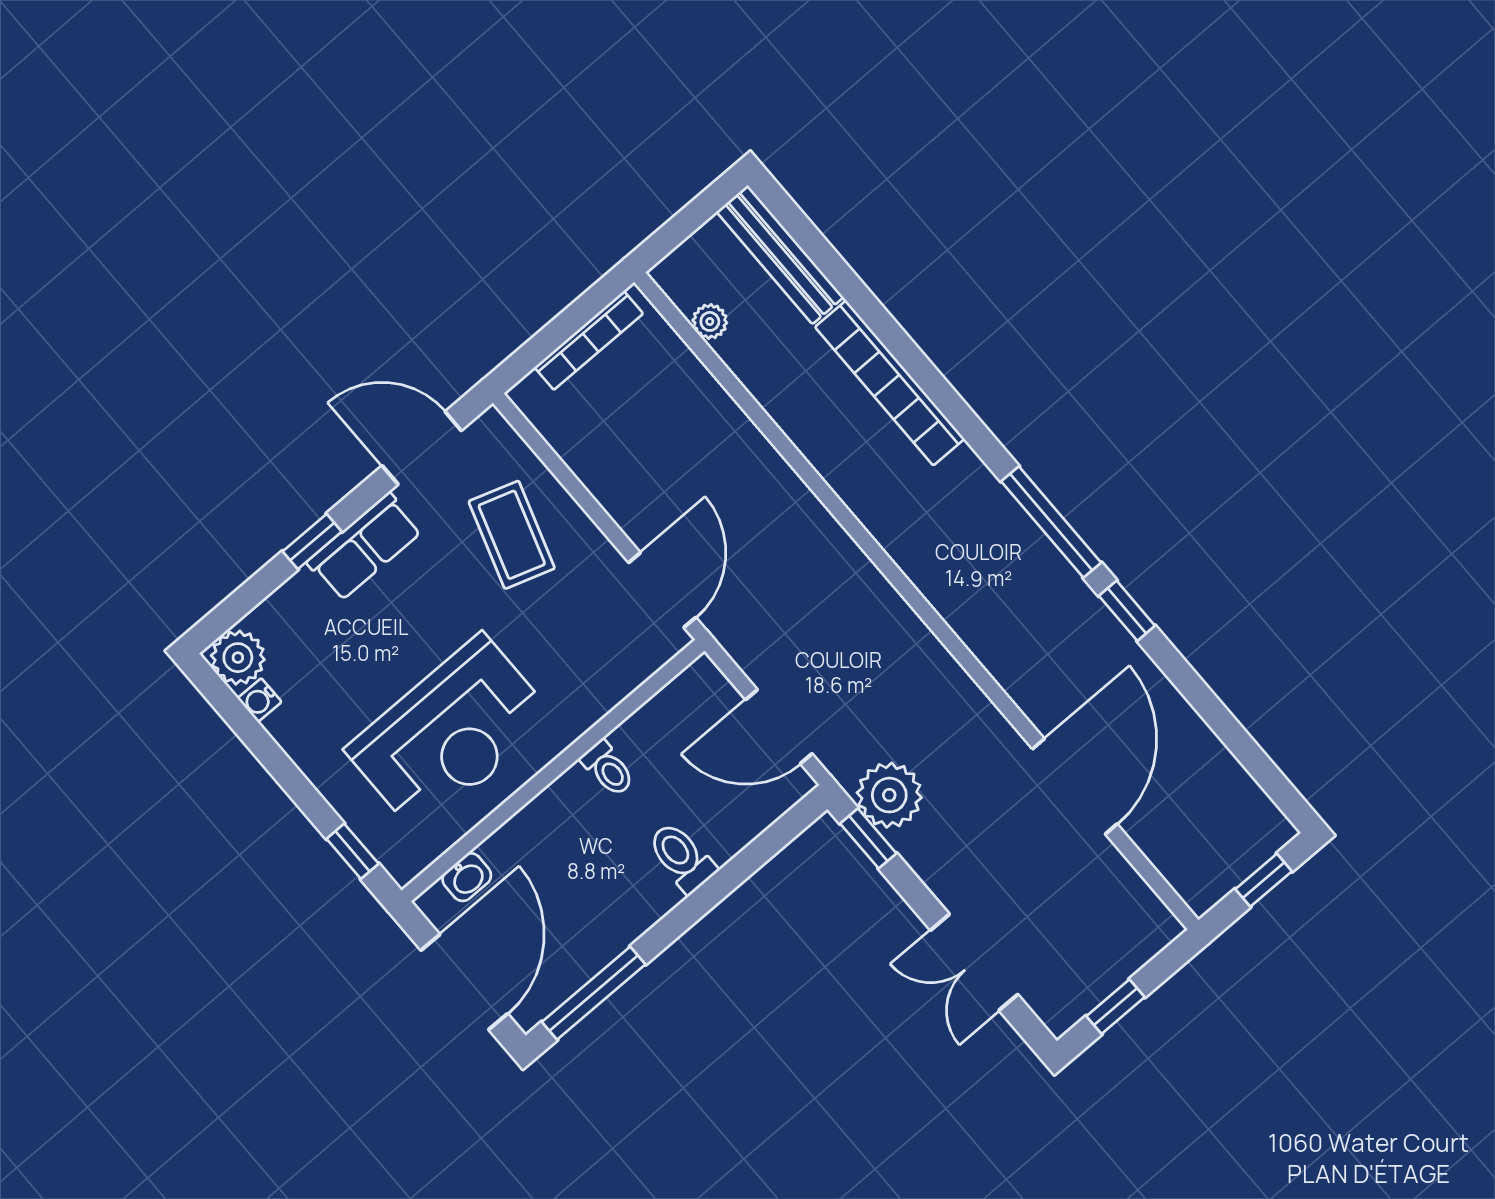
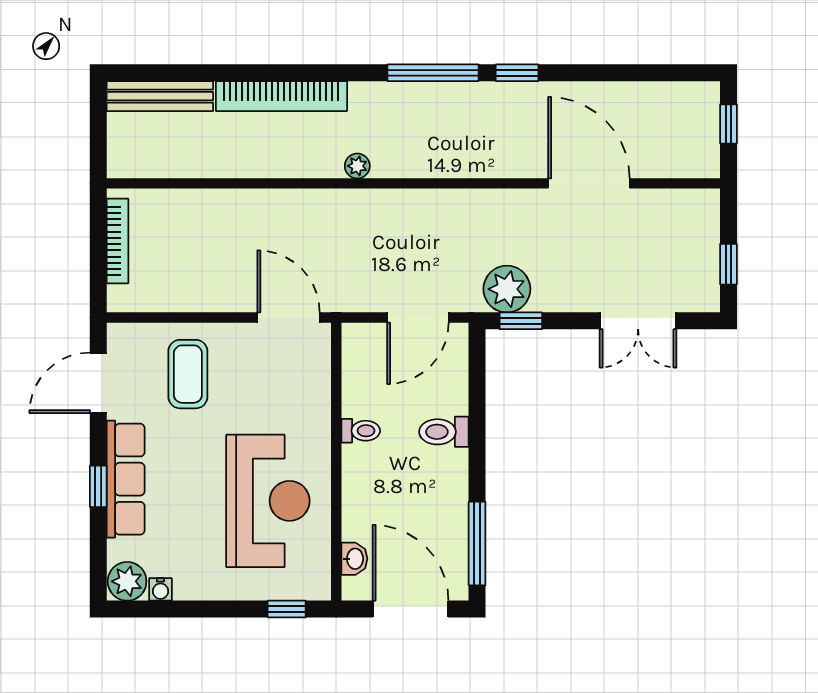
plant: (710, 321) -> (357, 166), moved
coffee table: (512, 535) -> (188, 374), turned 72
row of seats: (365, 547) -> (126, 479), width x1.48

